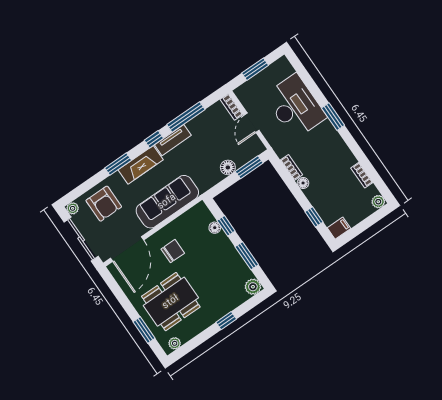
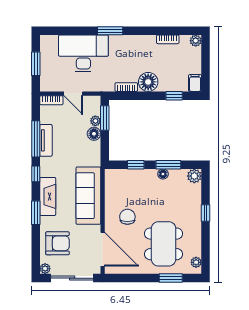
tv unit: (173, 140) -> (46, 140), moved
plant: (241, 161) -> (95, 121), added
floor lamp: (303, 183) -> (148, 82), width x1.89, depth x1.89
floor lamp: (215, 228) -> (163, 174), moved

